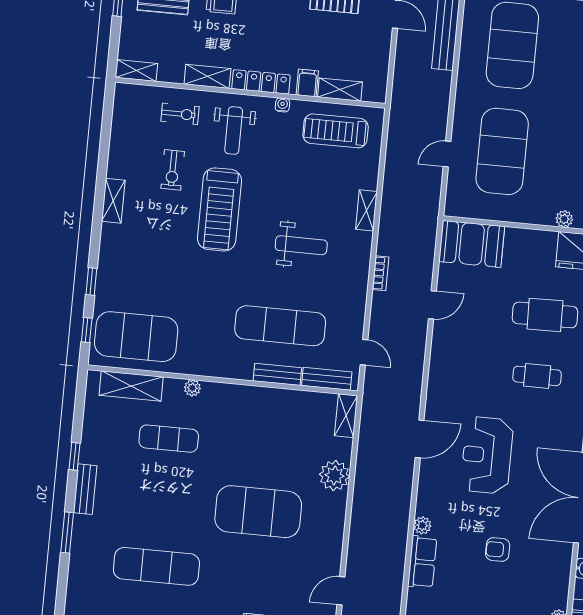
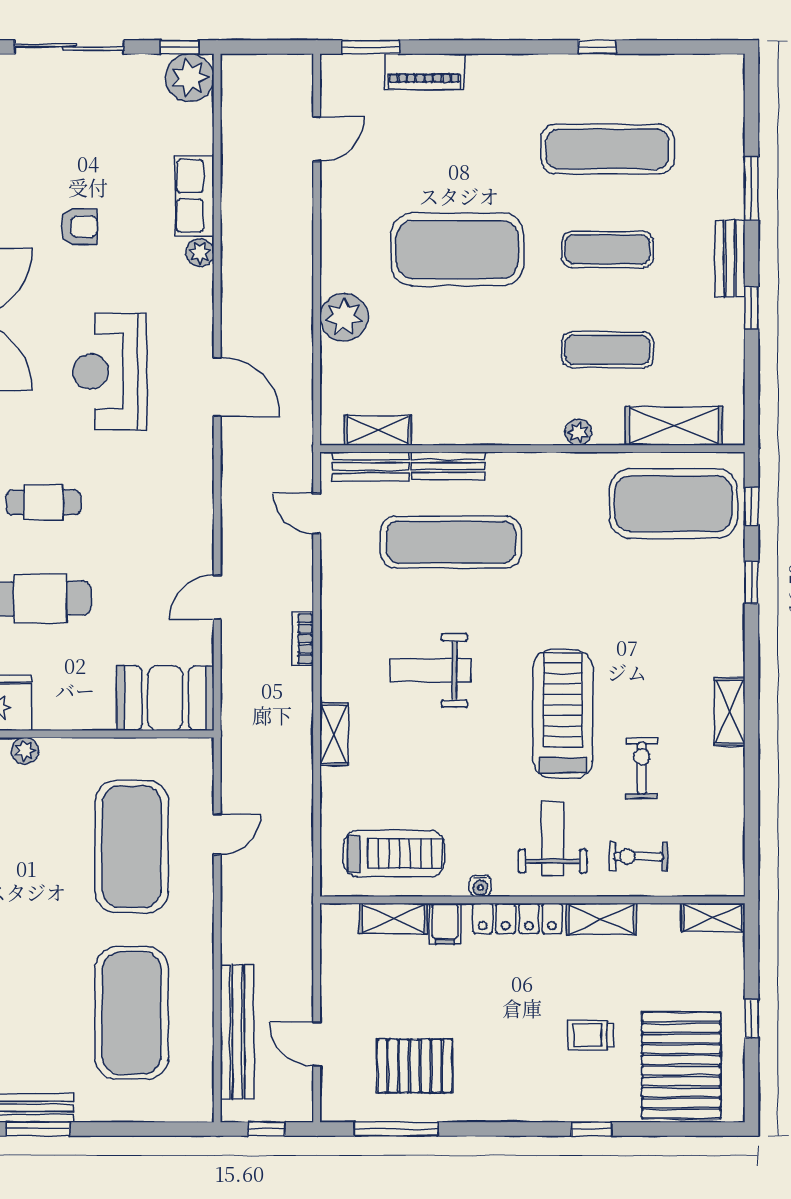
shelving: (346, 416) -> (378, 430), moved, turned 90
door: (420, 439) -> (217, 387), swing flipped
reception desk: (487, 455) -> (110, 371), turned 180
exercise mat: (163, 502) -> (607, 249), added

